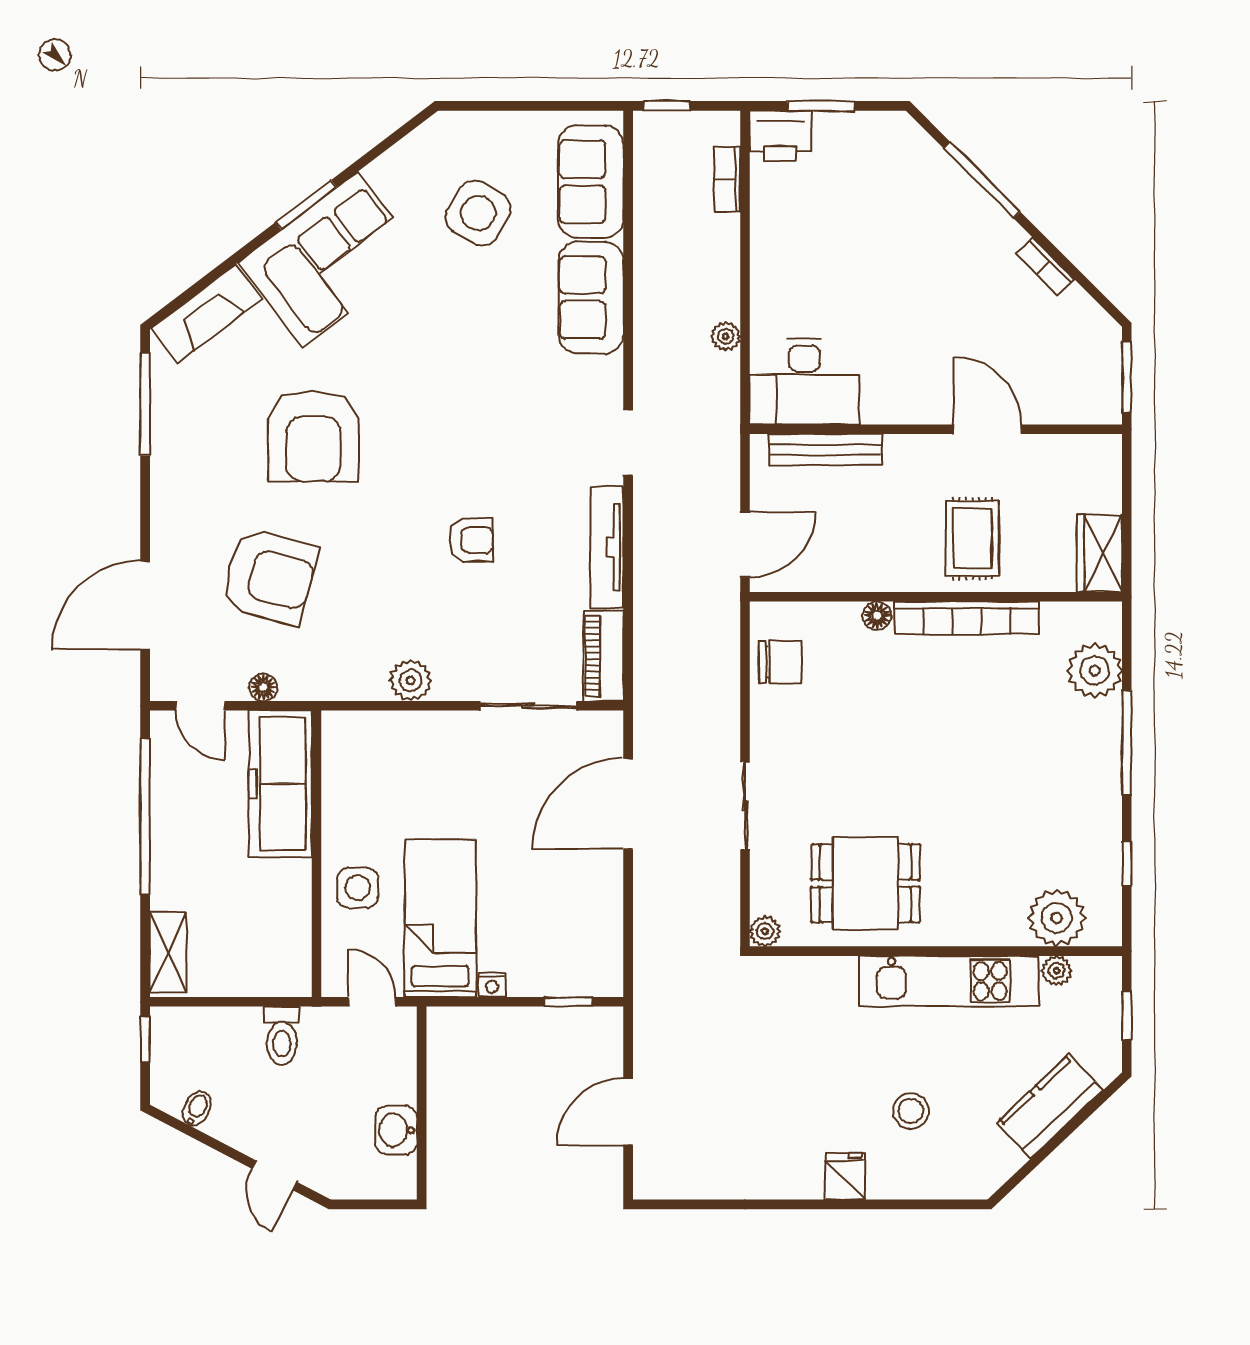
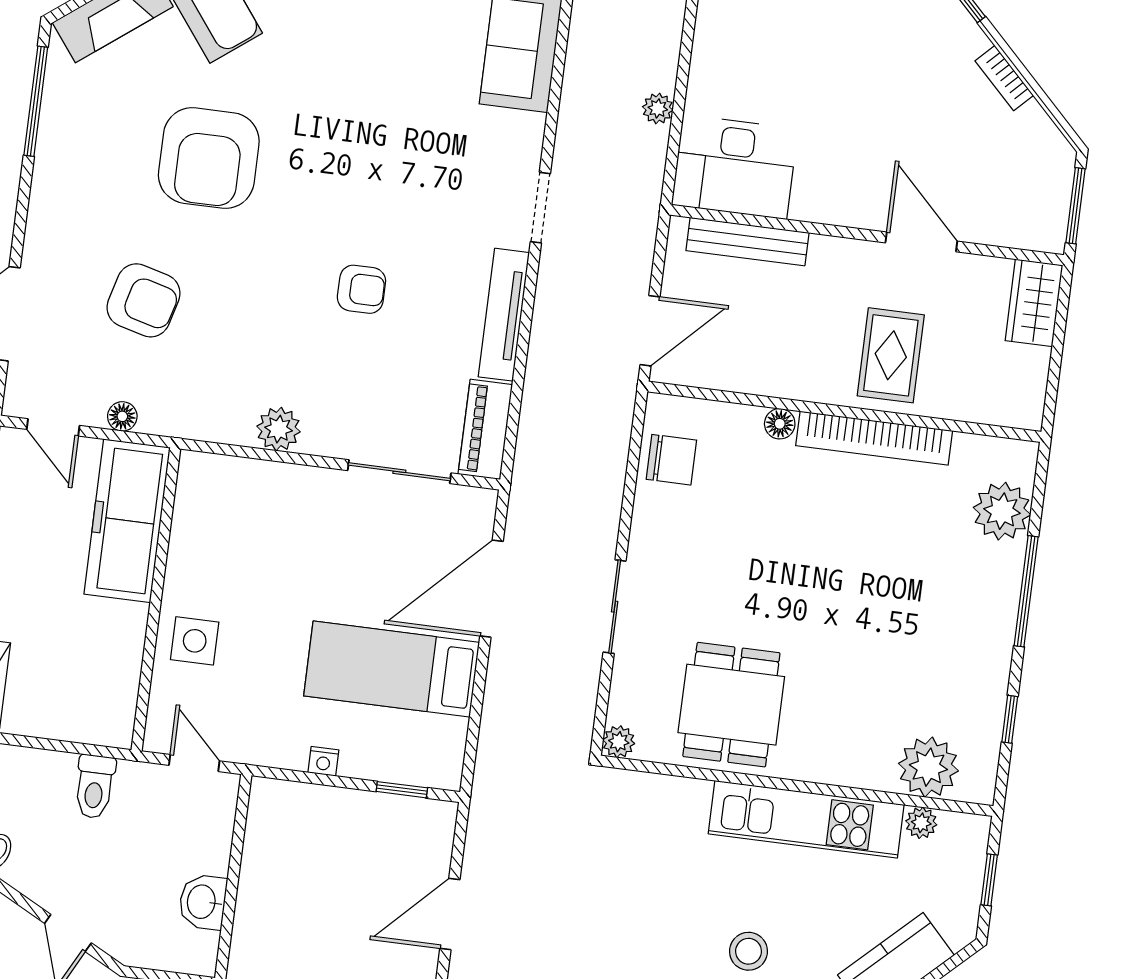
wardrobe: (1100, 553) -> (1034, 303), moved
armchair: (269, 577) -> (144, 300), width x0.73, depth x0.73
dining table: (865, 883) -> (731, 705), turned 90
bed: (440, 918) -> (392, 669), moved, turned -90

